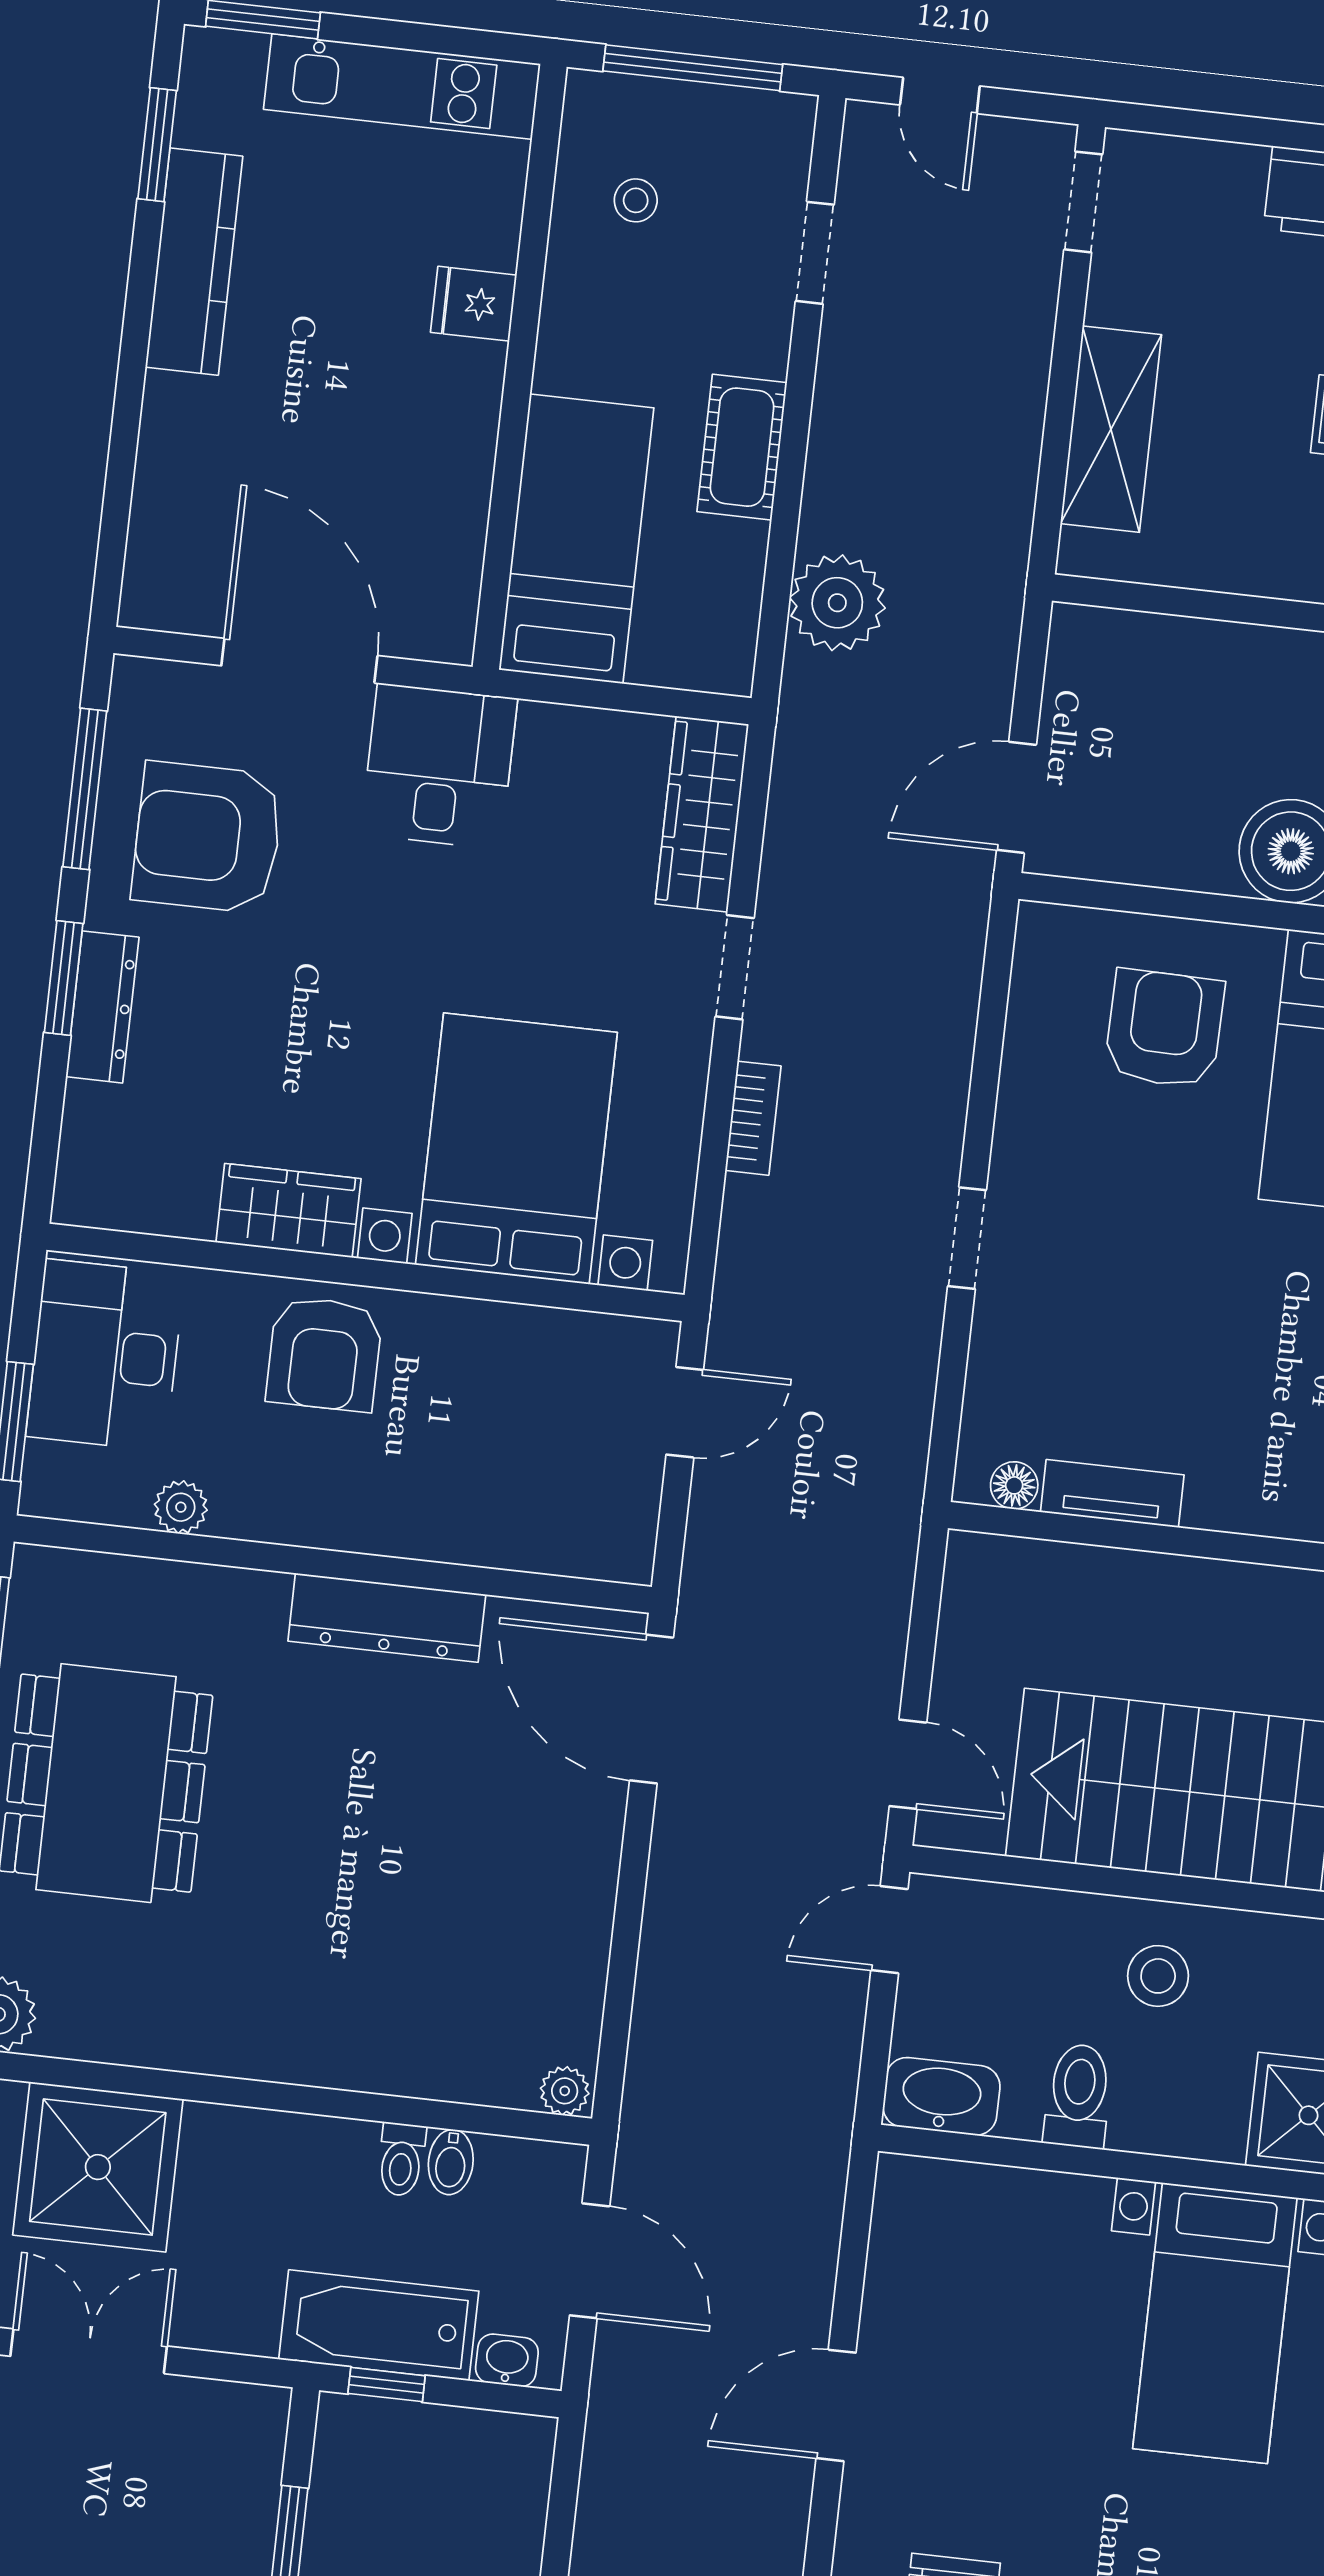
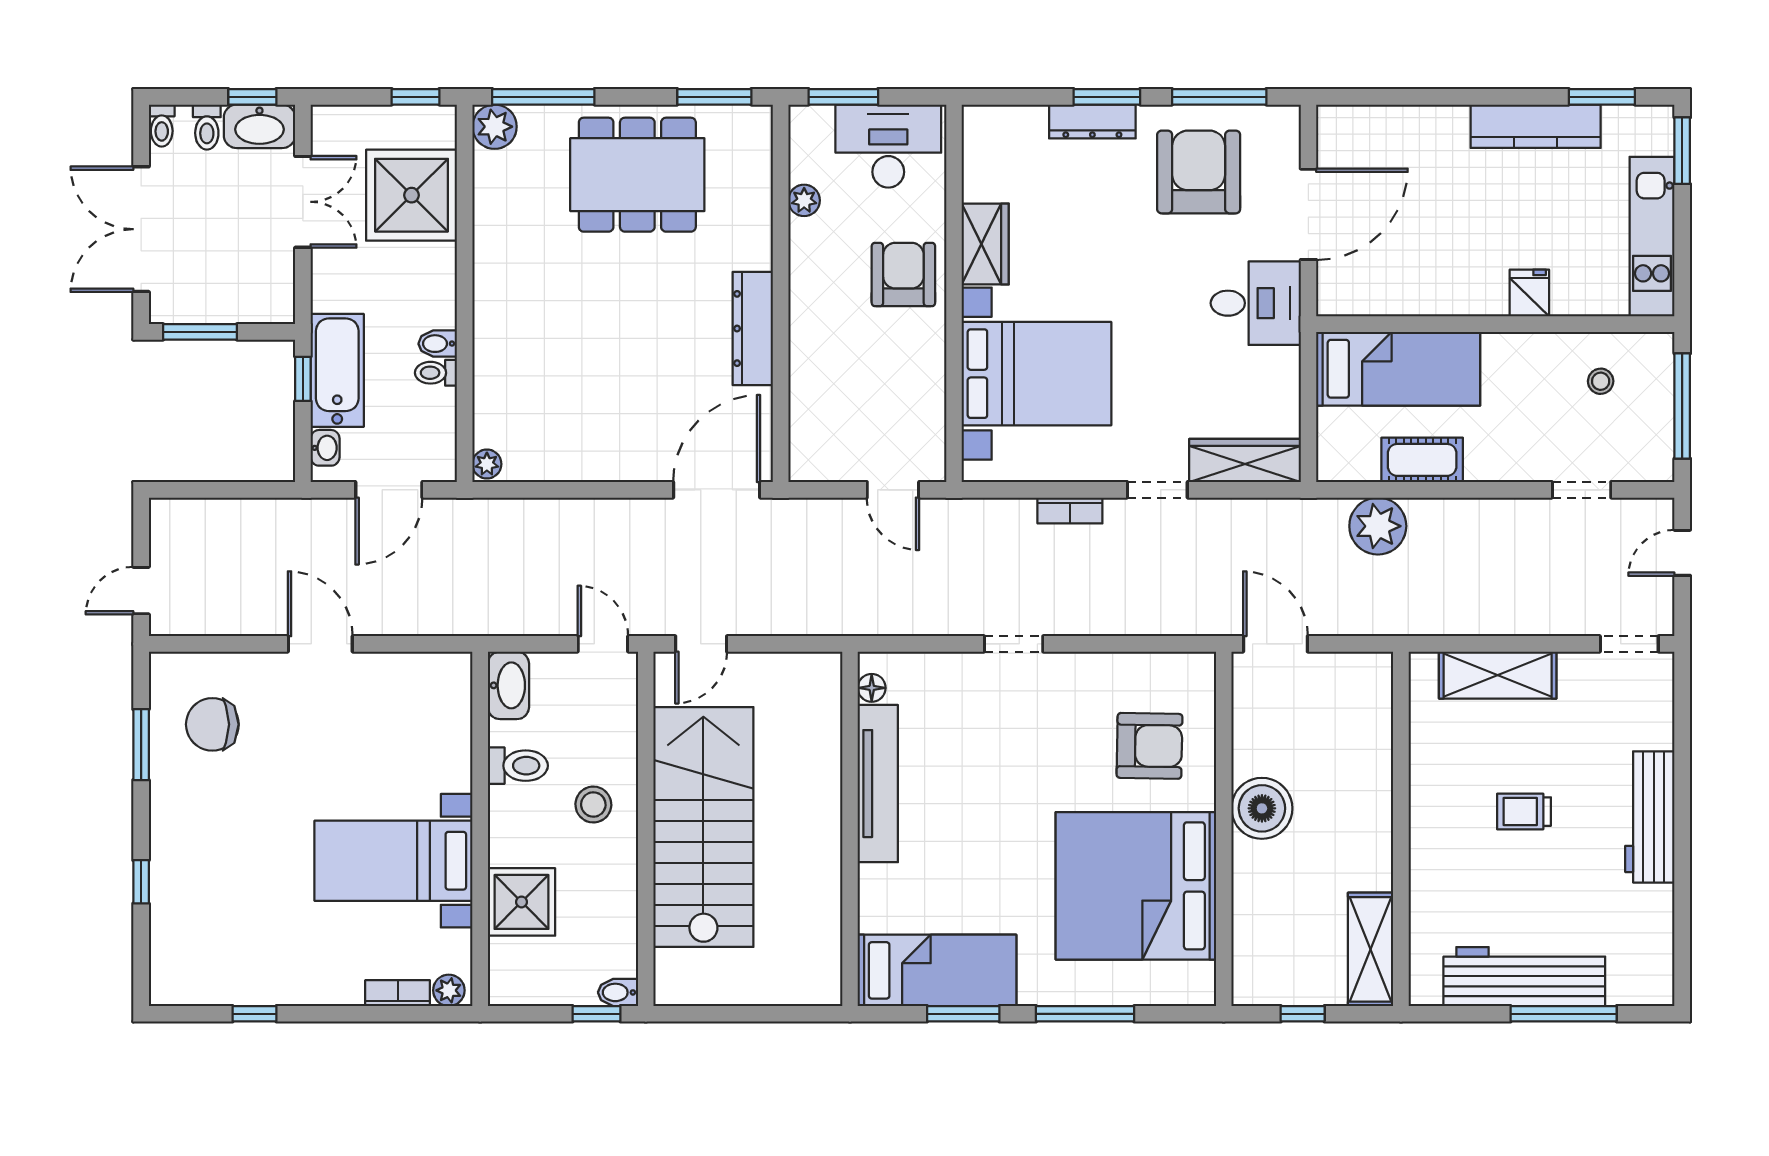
cot: (742, 447) -> (1422, 460), moved
armchair: (324, 1354) -> (903, 274), turned 90
tv unit: (1112, 1494) -> (878, 784), width x1.92, depth x1.29
bidet: (451, 2162) -> (438, 344), moved

